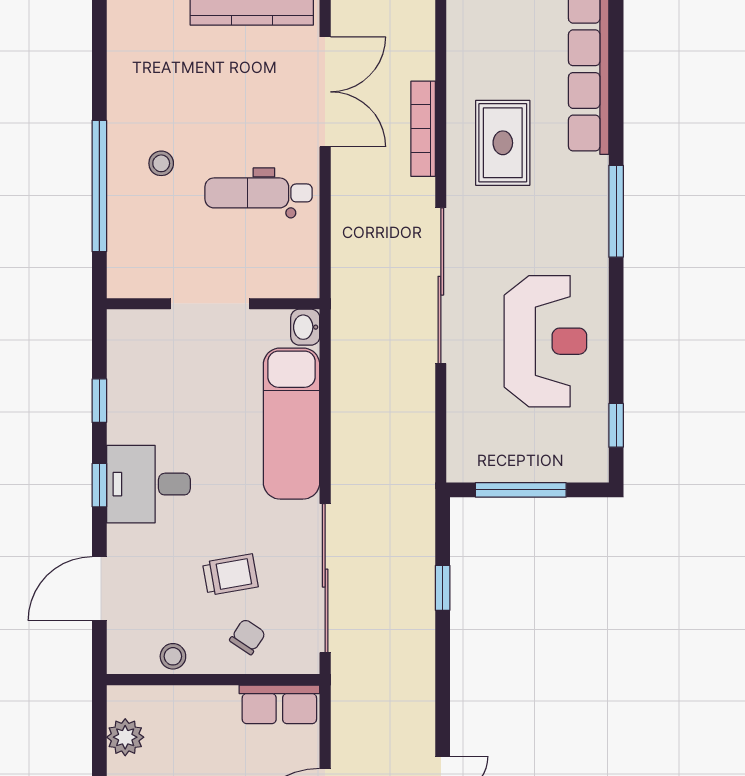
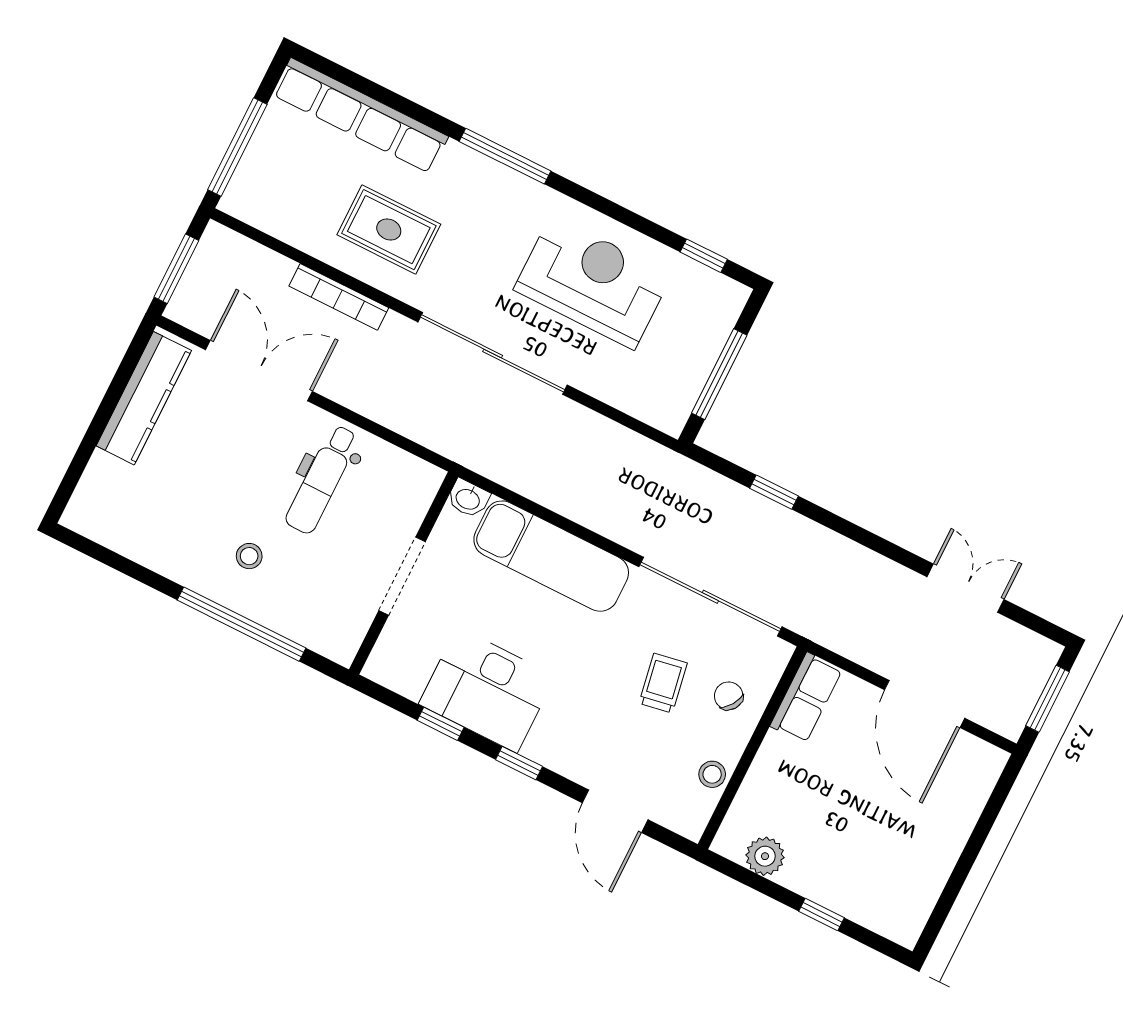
desk: (148, 484) -> (487, 690), moved, width x1.37

